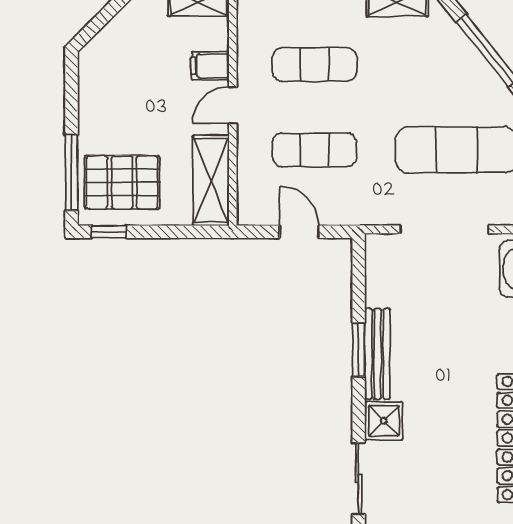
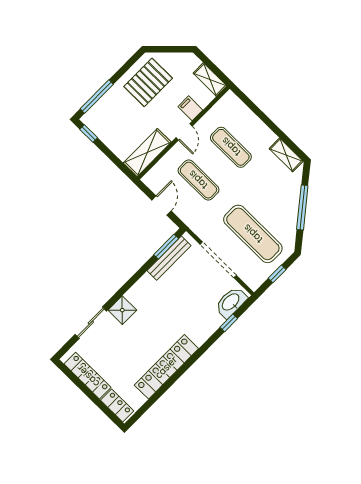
door: (233, 105) -> (184, 132), swing flipped
pallet: (122, 182) -> (148, 82), moved, turned 90
window: (359, 350) -> (166, 247), moved
bench: (377, 354) -> (169, 258), moved

